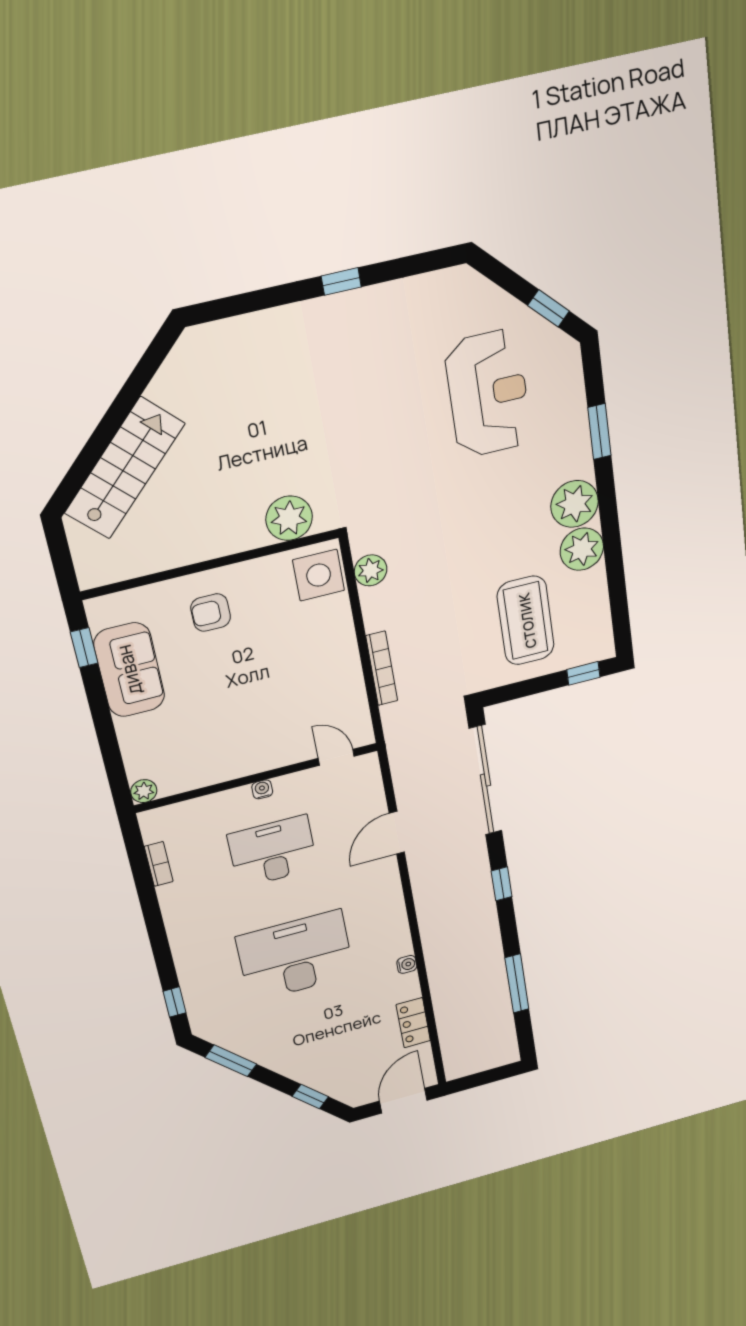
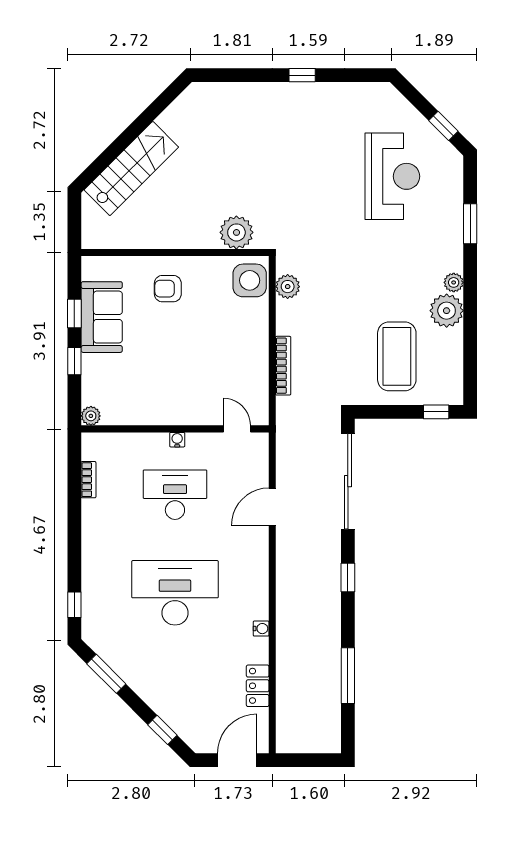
plant: (575, 504) -> (454, 282), width x0.53, depth x0.53
window: (84, 648) -> (74, 314), moved
window: (106, 732) -> (74, 361), added

